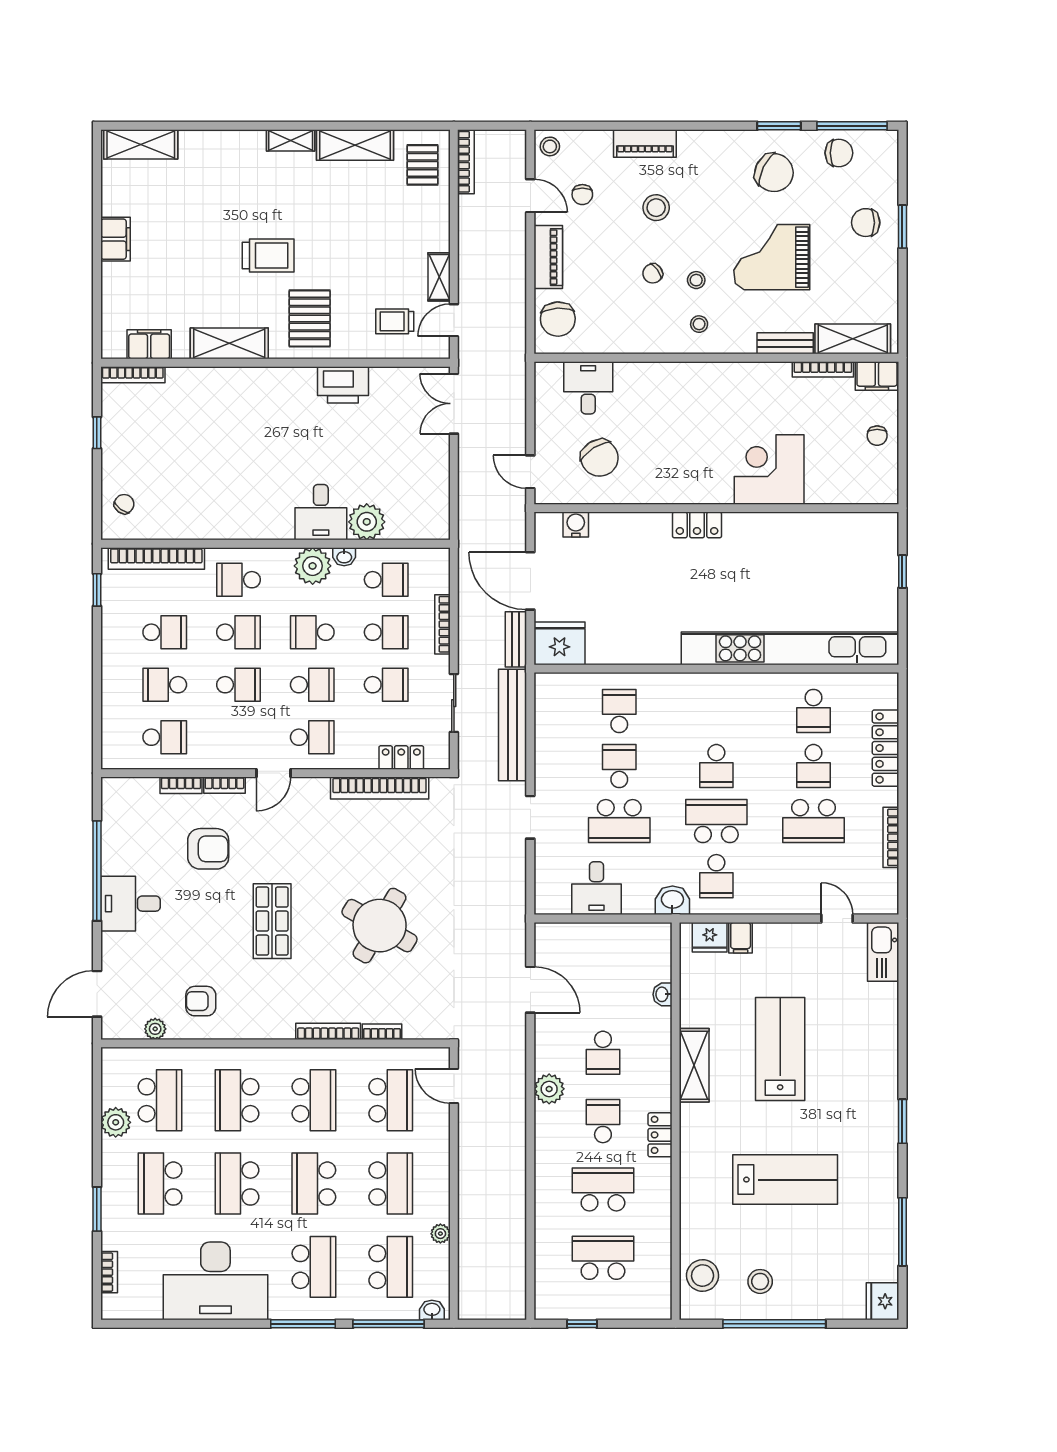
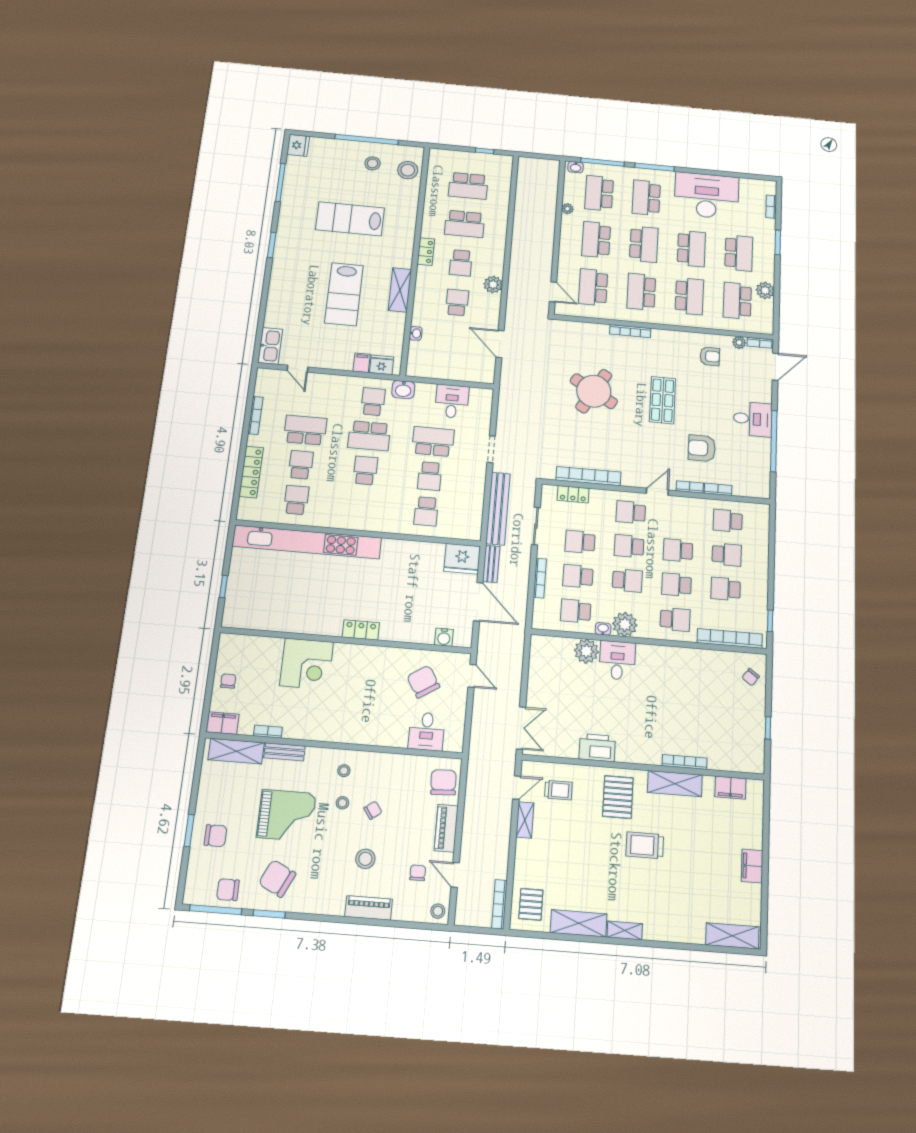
bookcase: (823, 369) -> (268, 732), width x0.64
bookcase: (133, 375) -> (685, 762), moved
bookcase: (382, 1032) -> (759, 343), moved

